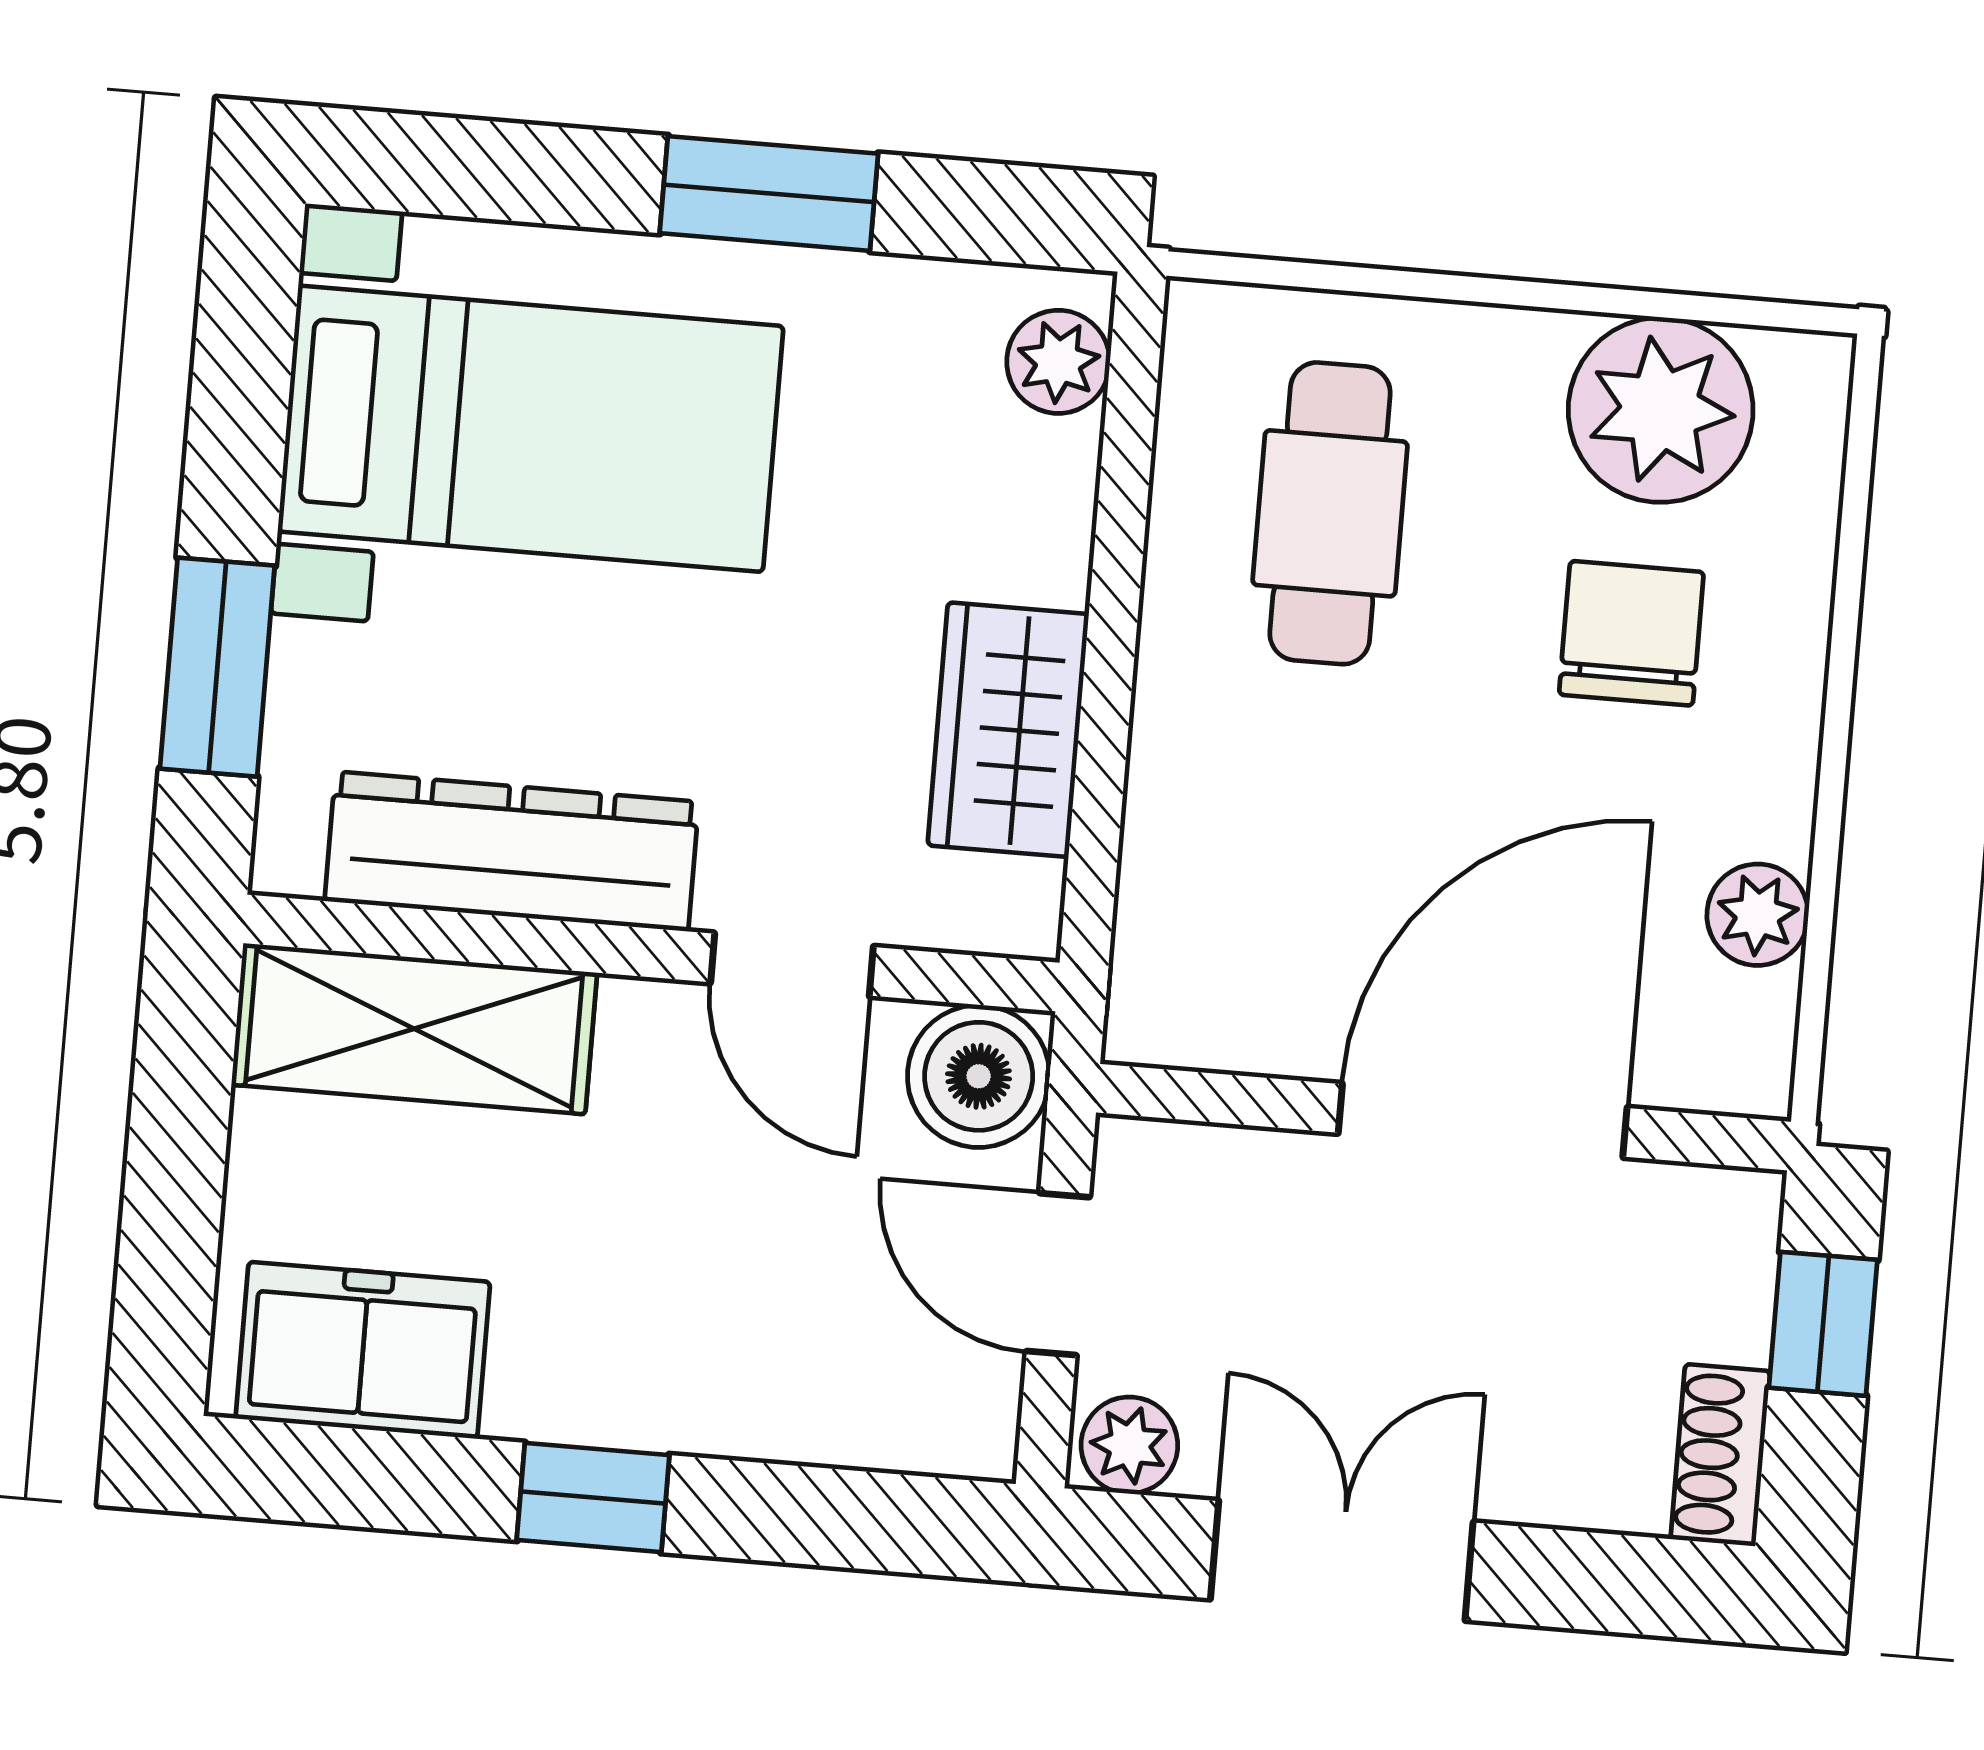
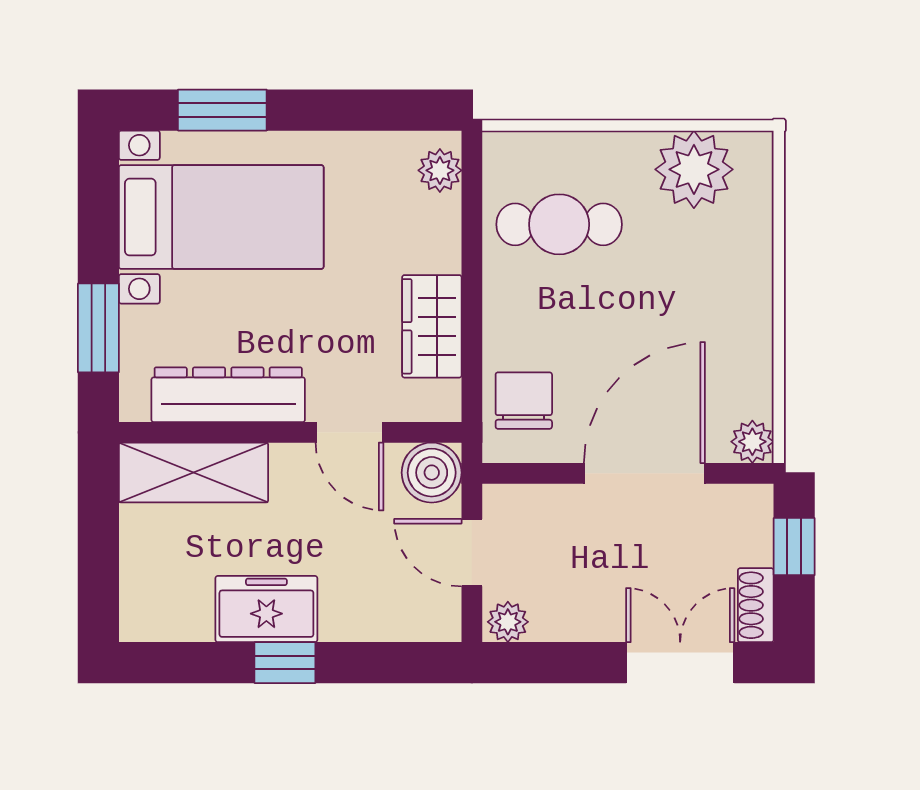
window: (769, 193) -> (222, 110), moved
cafe table: (1330, 513) -> (559, 224), turned 90
chair: (1631, 633) -> (524, 401), moved
plant: (1758, 915) -> (752, 442), moved
freezer: (363, 1350) -> (266, 609), moved
double door: (1342, 1560) -> (680, 663), moved

